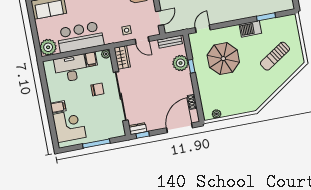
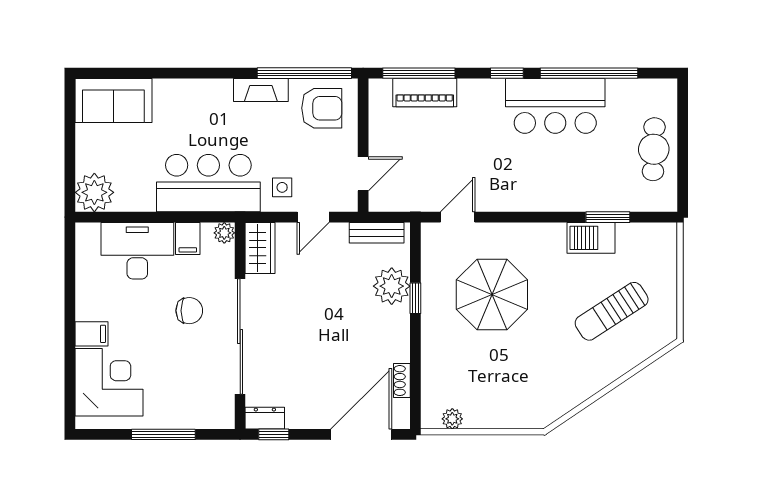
barbecue: (250, 29) -> (591, 238), moved
bar counter: (80, 37) -> (208, 183), moved
door: (142, 40) -> (313, 217), hinge flipped

